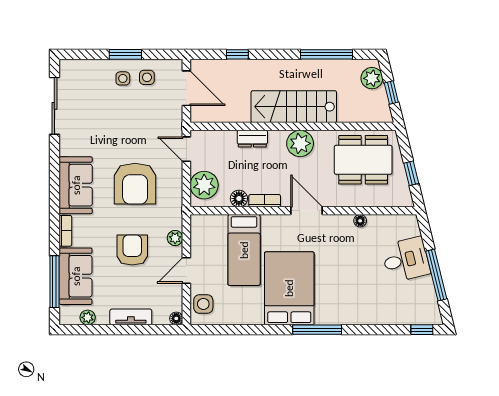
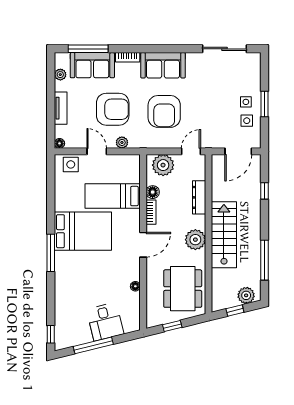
dresser: (252, 139) -> (199, 197), width x1.44
armchair: (135, 184) -> (164, 111), turned -90
armchair: (132, 250) -> (113, 109), width x1.36, depth x1.36

